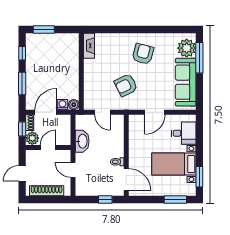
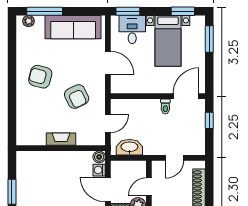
fireplace: (89, 46) -> (61, 139), moved
plant: (187, 48) -> (29, 21), width x0.53, depth x0.53
window: (199, 129) -> (128, 11), added
washbasin: (82, 141) -> (129, 147), moved
door: (48, 148) -> (149, 187), hinge flipped

